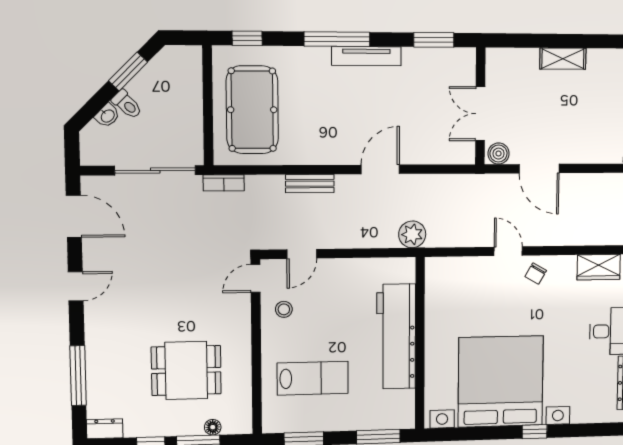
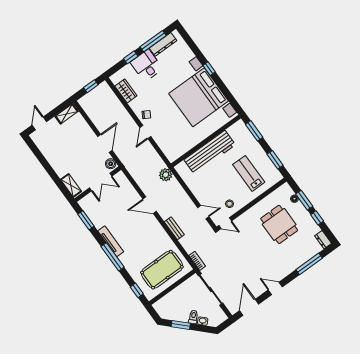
shelving: (563, 59) -> (71, 185), moved

